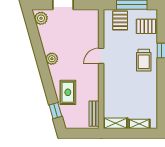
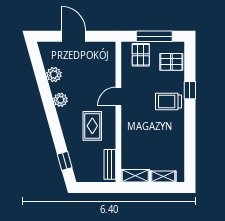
plant: (41, 18) -> (54, 75), moved
trolley: (144, 60) -> (168, 102), turned 90
rug: (68, 92) -> (92, 126), moved

